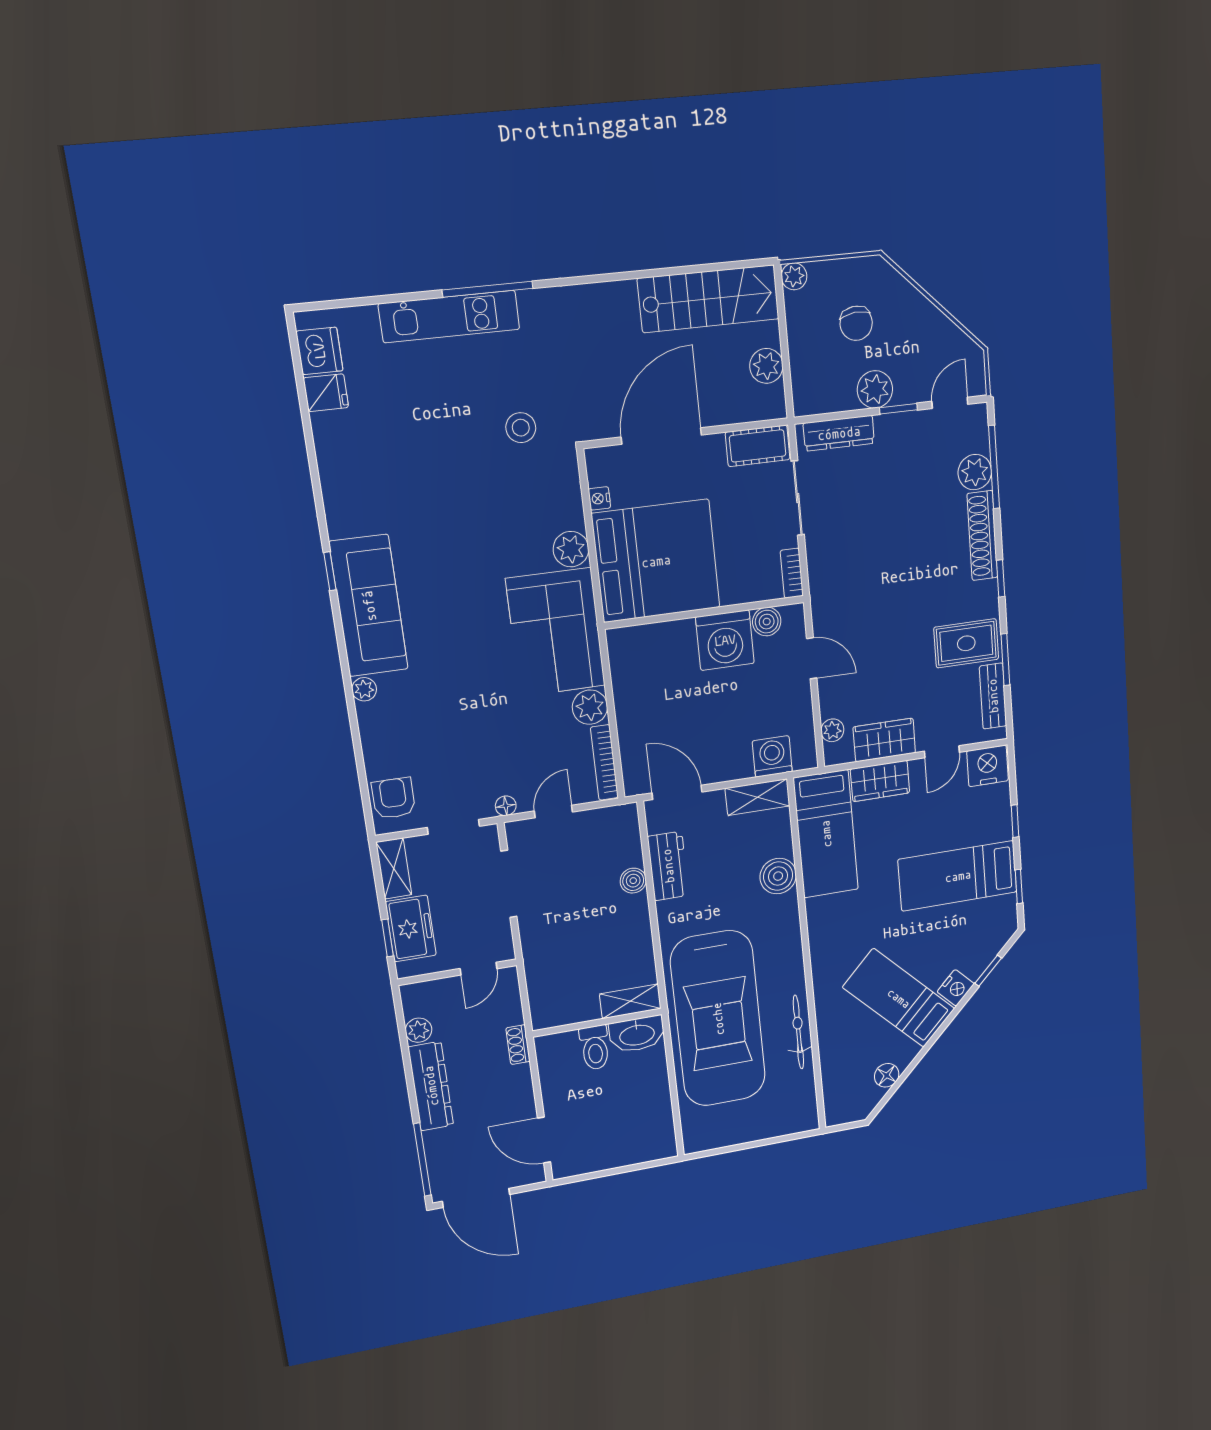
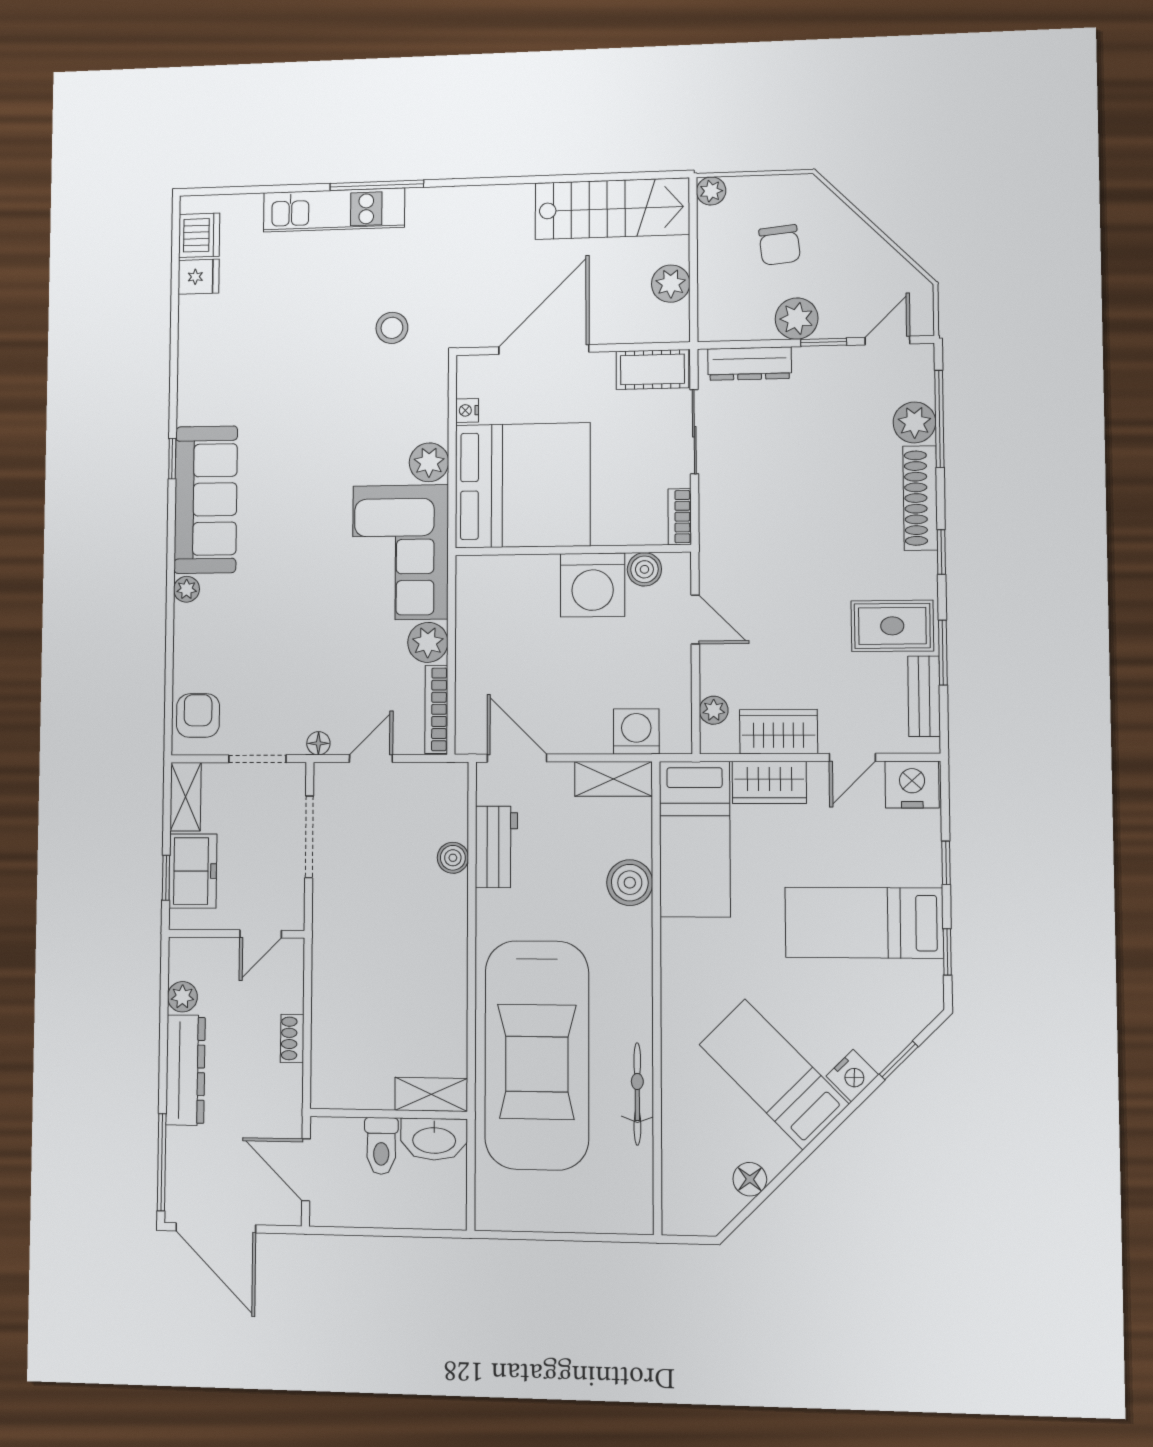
shelving: (630, 1001) -> (431, 1094), moved
wall: (597, 1023) -> (388, 1114), moved
washbasin: (637, 1034) -> (434, 1139), moved
toilet: (595, 1048) -> (381, 1146), moved

